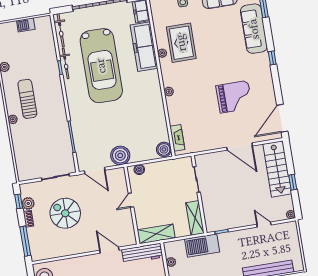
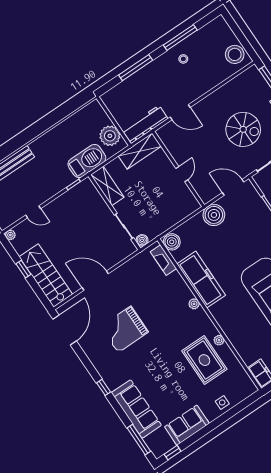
freezer: (144, 47) -> (201, 280), moved
boiler: (139, 170) -> (142, 240), moved
plant: (171, 262) -> (110, 136), width x1.87, depth x1.87

